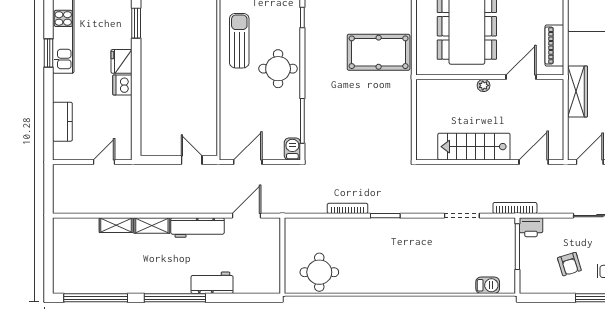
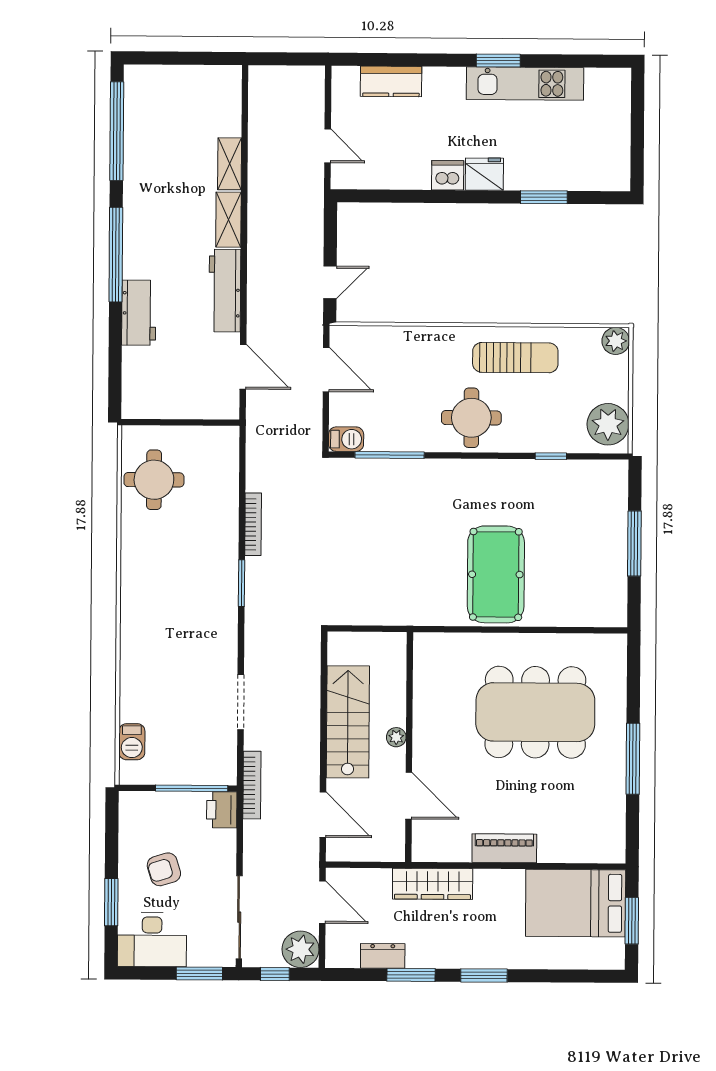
wall: (490, 77) -> (409, 747), moved
door: (521, 77) -> (409, 796), moved
plant: (484, 85) -> (396, 737), moved

